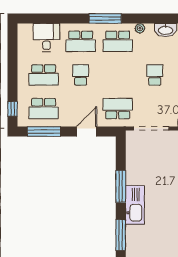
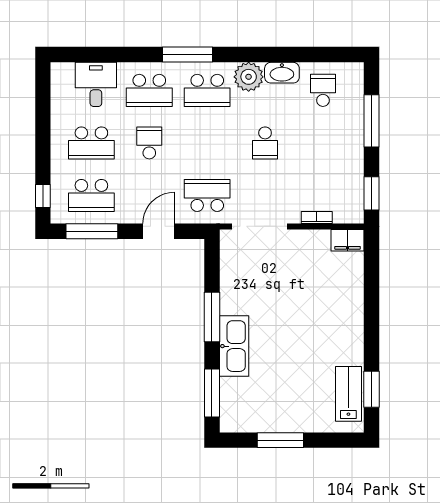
plant: (140, 28) -> (249, 77), width x1.87, depth x1.87
school desk: (155, 75) -> (265, 143), turned 180

